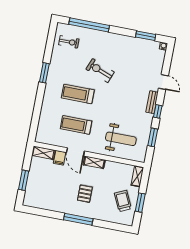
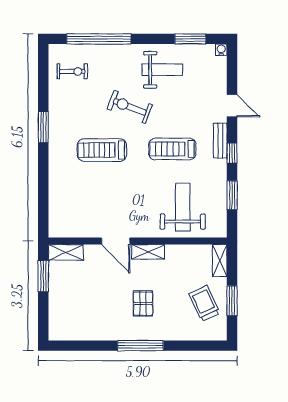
weight bench: (125, 52) -> (162, 70), added
treadmill: (76, 125) -> (172, 149), moved
weight bench: (121, 139) -> (183, 207), turned -90
filing cabinet: (60, 158) -> (93, 255), removed
window: (24, 180) -> (43, 276), moved

